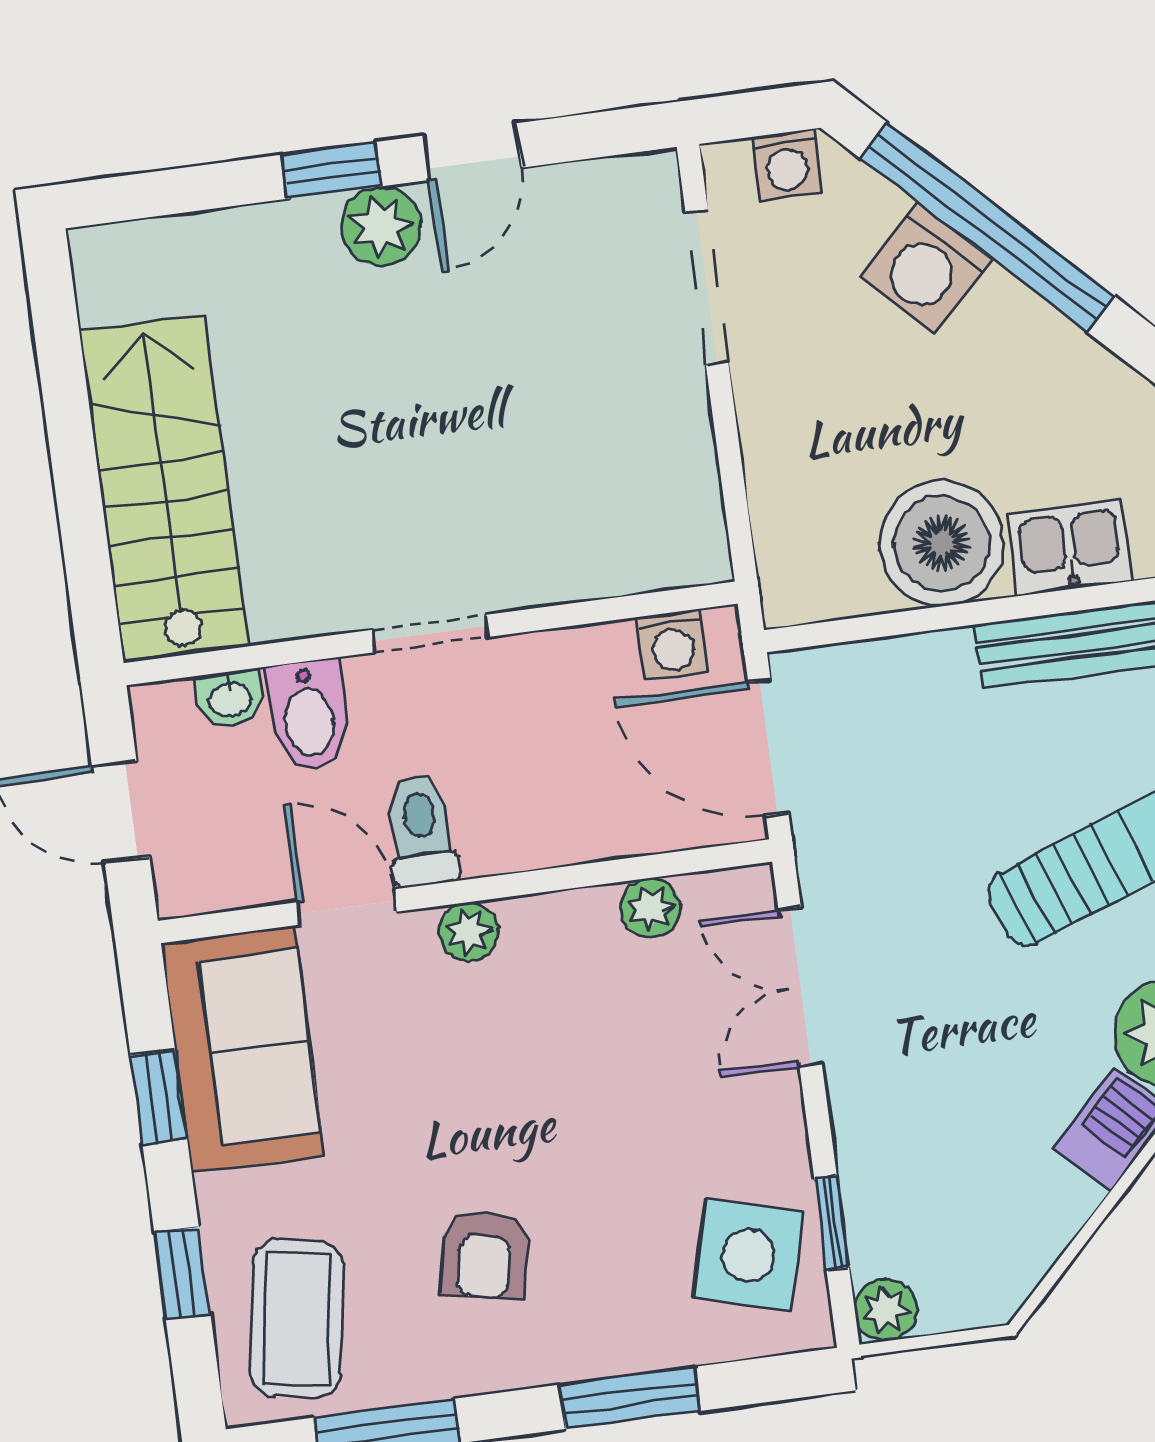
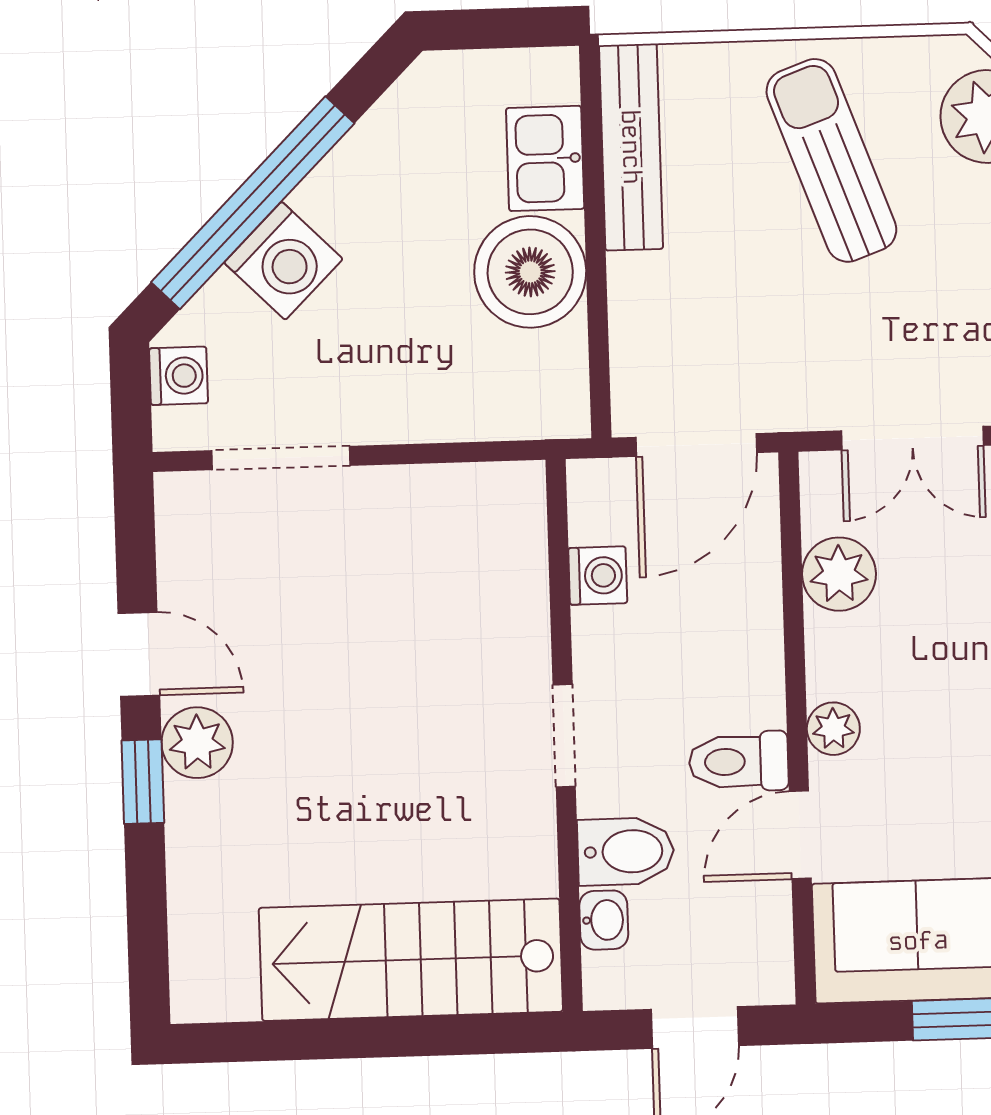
washing machine: (673, 645) -> (598, 576), moved
plant: (650, 908) -> (839, 574), width x1.38, depth x1.38

